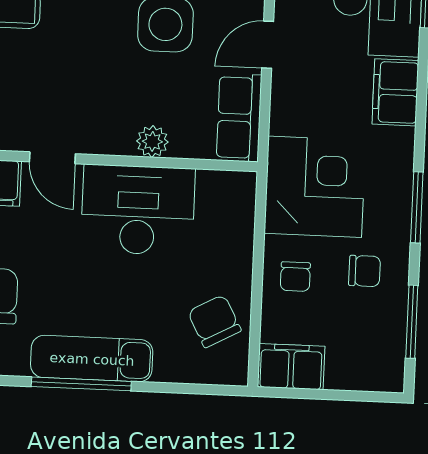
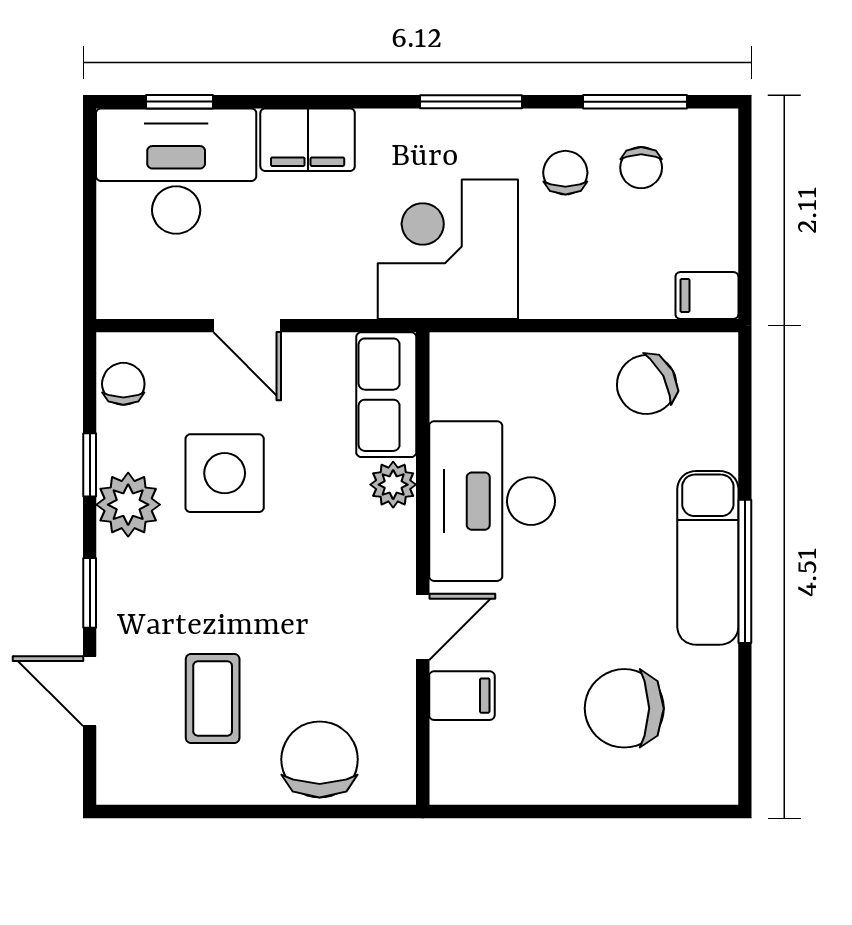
row of seats: (239, 118) -> (386, 395), moved, turned 90
chair: (295, 277) -> (641, 168), moved, turned 90
filing cabinet: (291, 367) -> (707, 295), width x0.50

